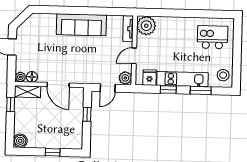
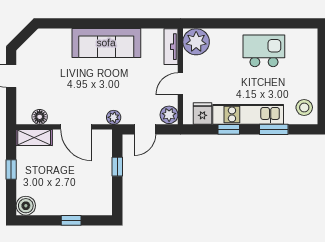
kitchen island: (213, 37) -> (264, 51), moved
plant: (20, 77) -> (114, 117), moved
window: (11, 104) -> (11, 170), moved

